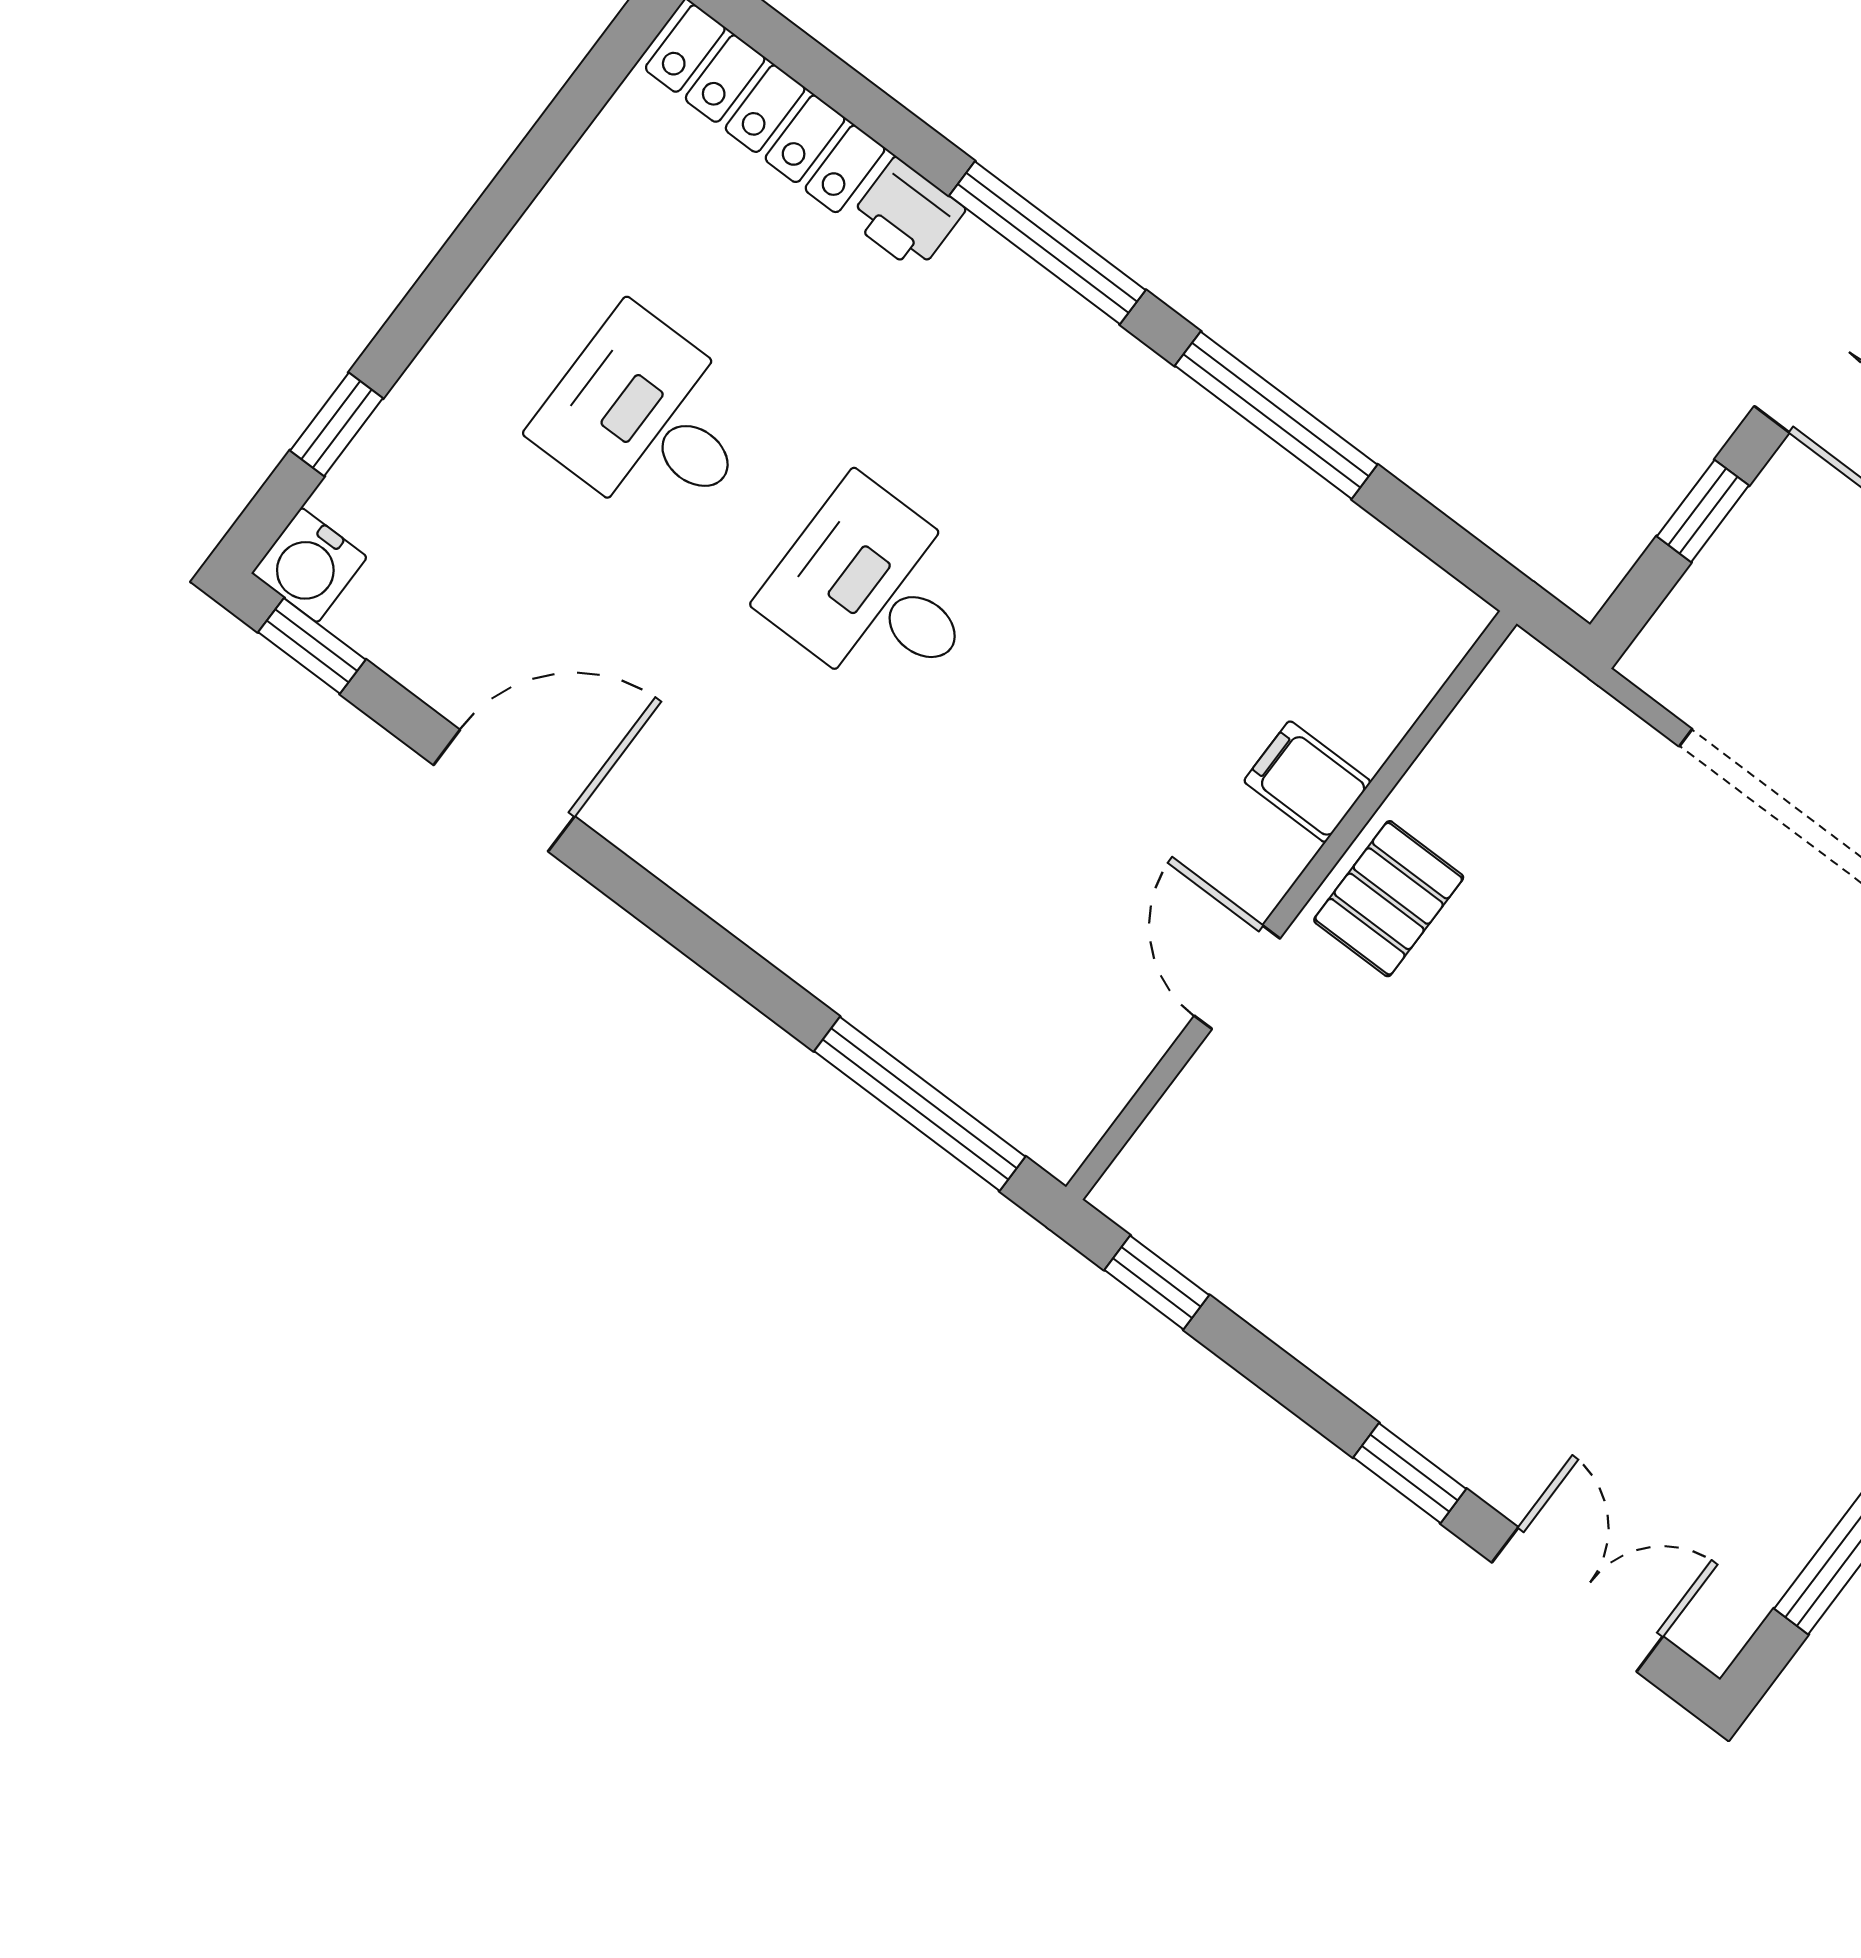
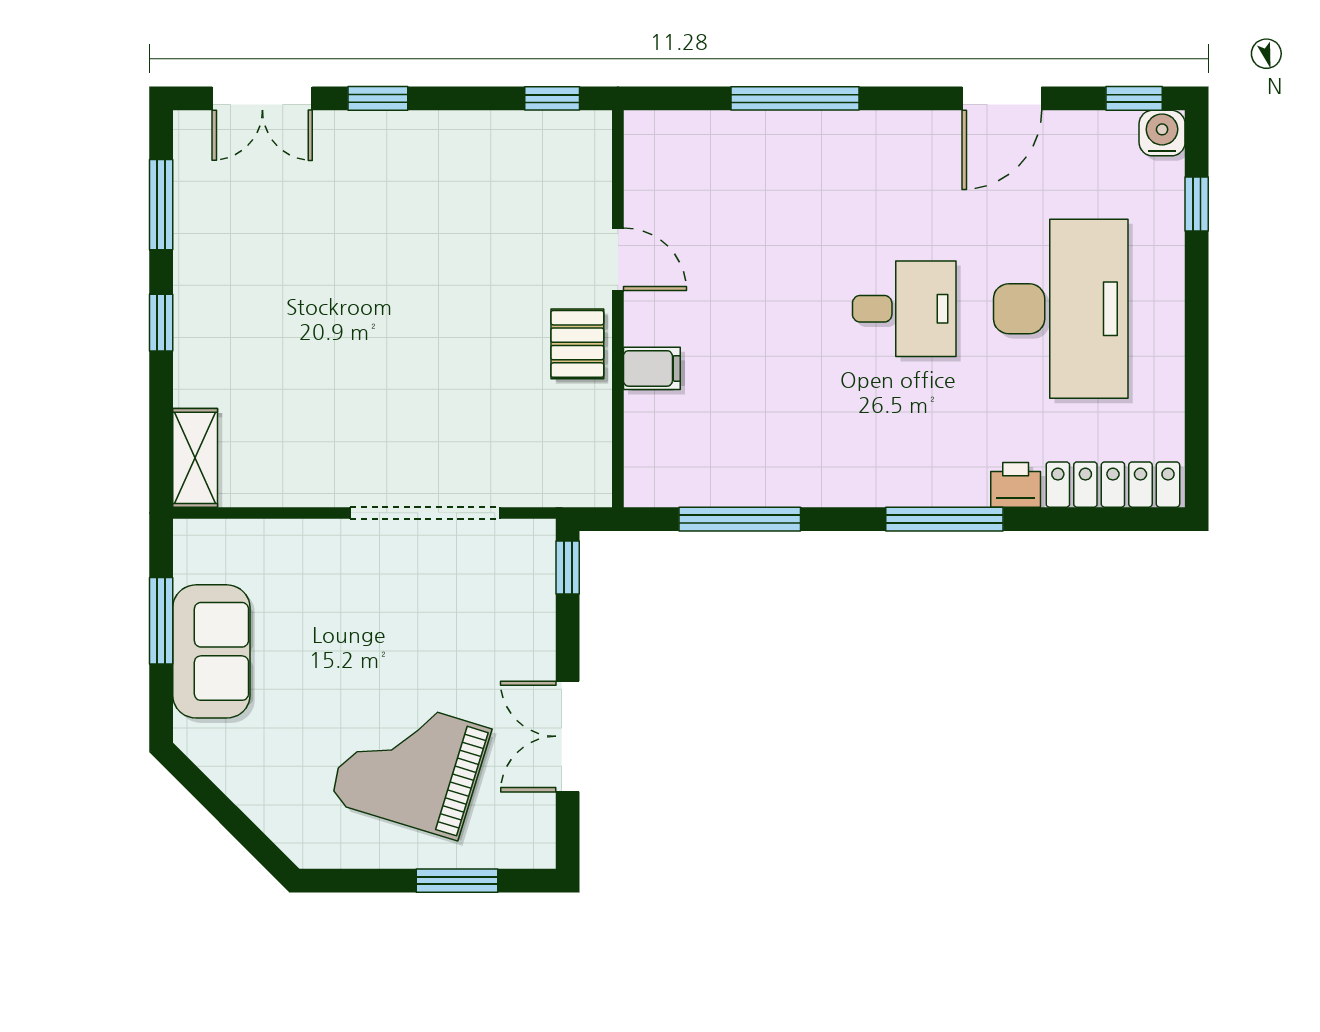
window: (1276, 415) -> (740, 519), moved
desk: (649, 421) -> (1061, 309), width x1.87, depth x1.30
window: (1703, 511) -> (568, 568), moved
window: (920, 1104) -> (795, 98), moved

